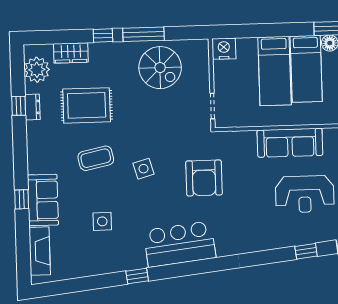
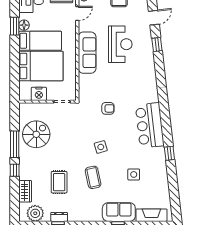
nightstand: (224, 49) -> (39, 94), moved, turned -90
bed: (275, 71) -> (41, 66), width x1.50
rug: (87, 105) -> (59, 182), width x0.73, depth x0.70
armchair: (204, 178) -> (108, 108), width x0.53, depth x0.53

